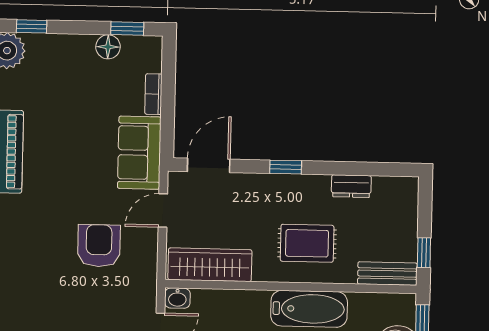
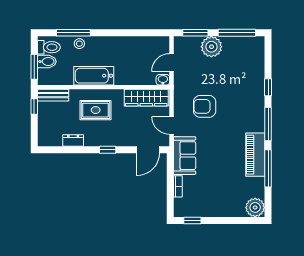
window: (32, 26) -> (243, 220), removed
floor lamp: (108, 47) -> (202, 211), removed
door: (163, 211) -> (172, 126), swing flipped
armchair: (99, 246) -> (205, 106), turned 90

